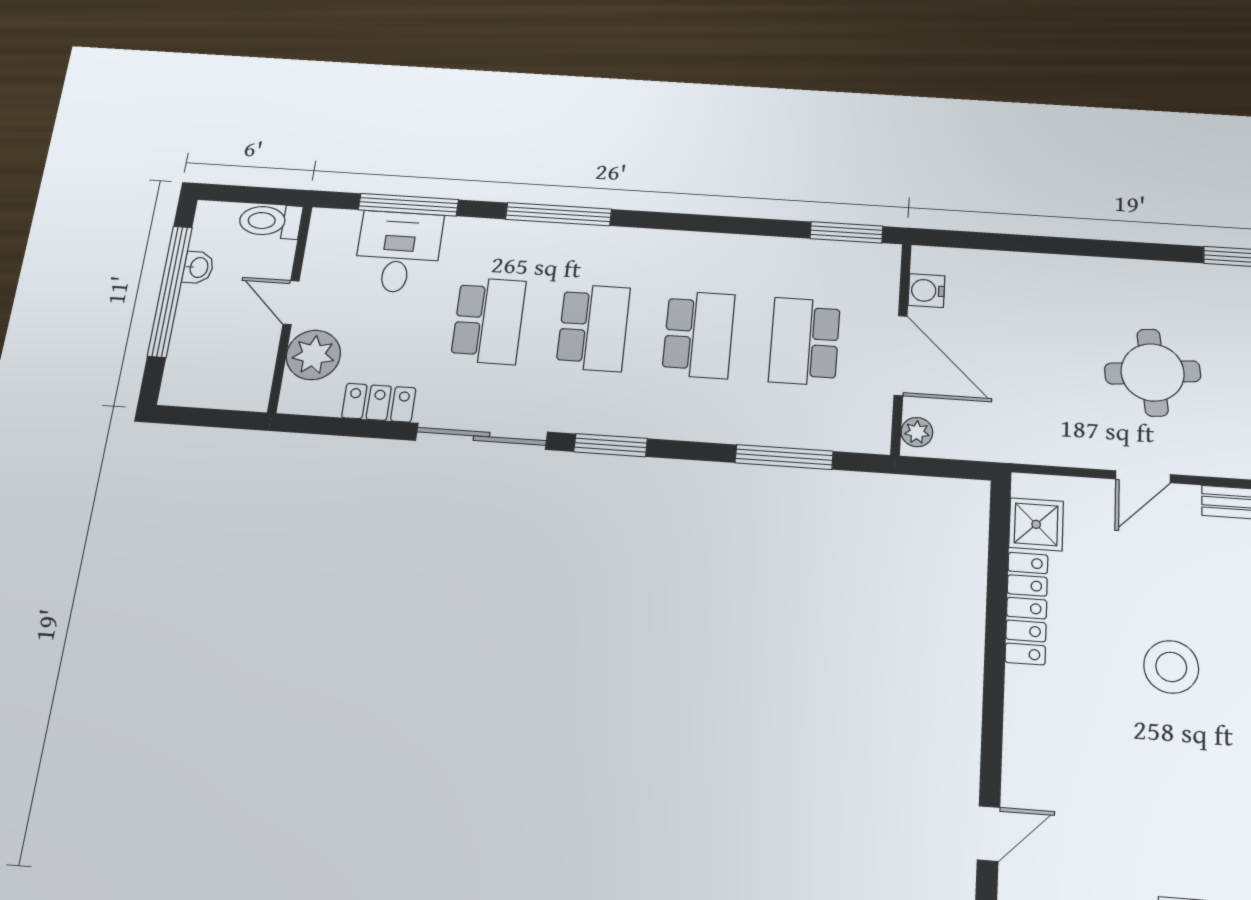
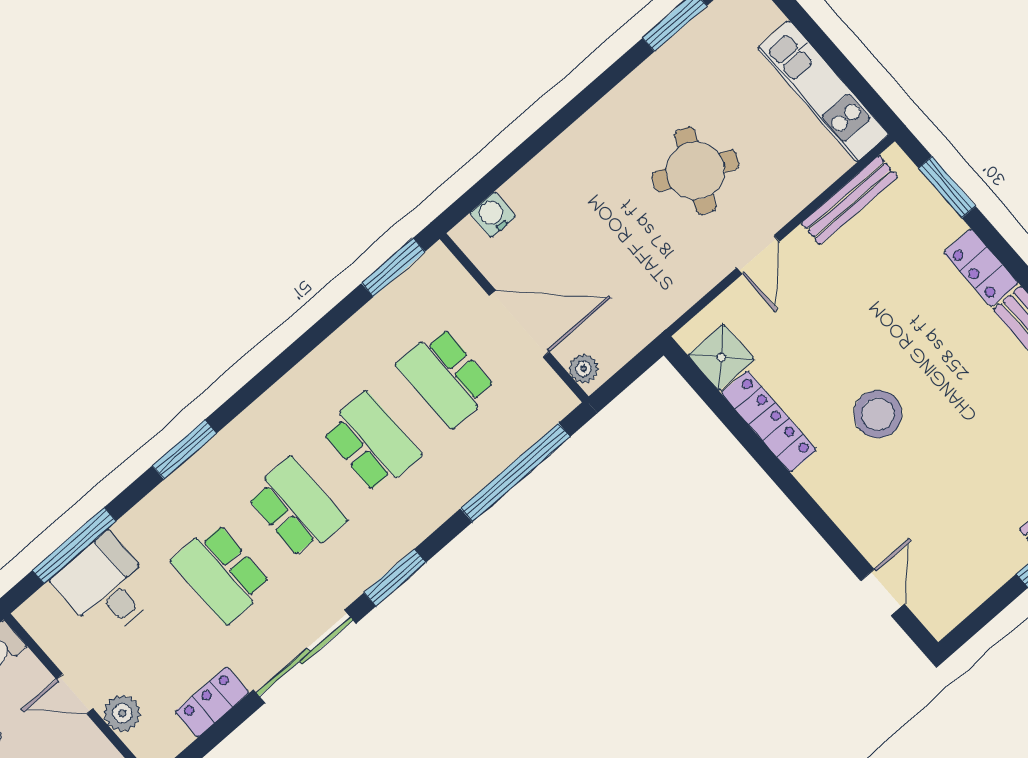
window: (559, 214) -> (184, 450), width x0.69
water cooler: (927, 291) -> (493, 215), moved, turned 90
school desk: (488, 321) -> (221, 573), turned 180
plant: (313, 355) -> (122, 713), width x0.73, depth x0.73
round table: (1153, 372) -> (695, 171), turned 31
window: (784, 457) -> (515, 473), width x1.46
stool: (1171, 667) -> (878, 414), moved

